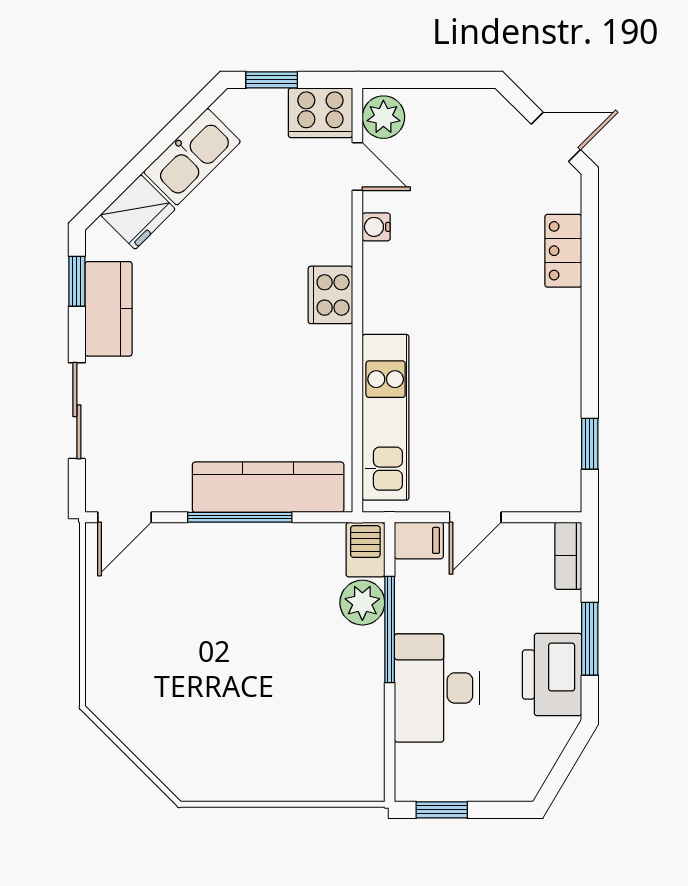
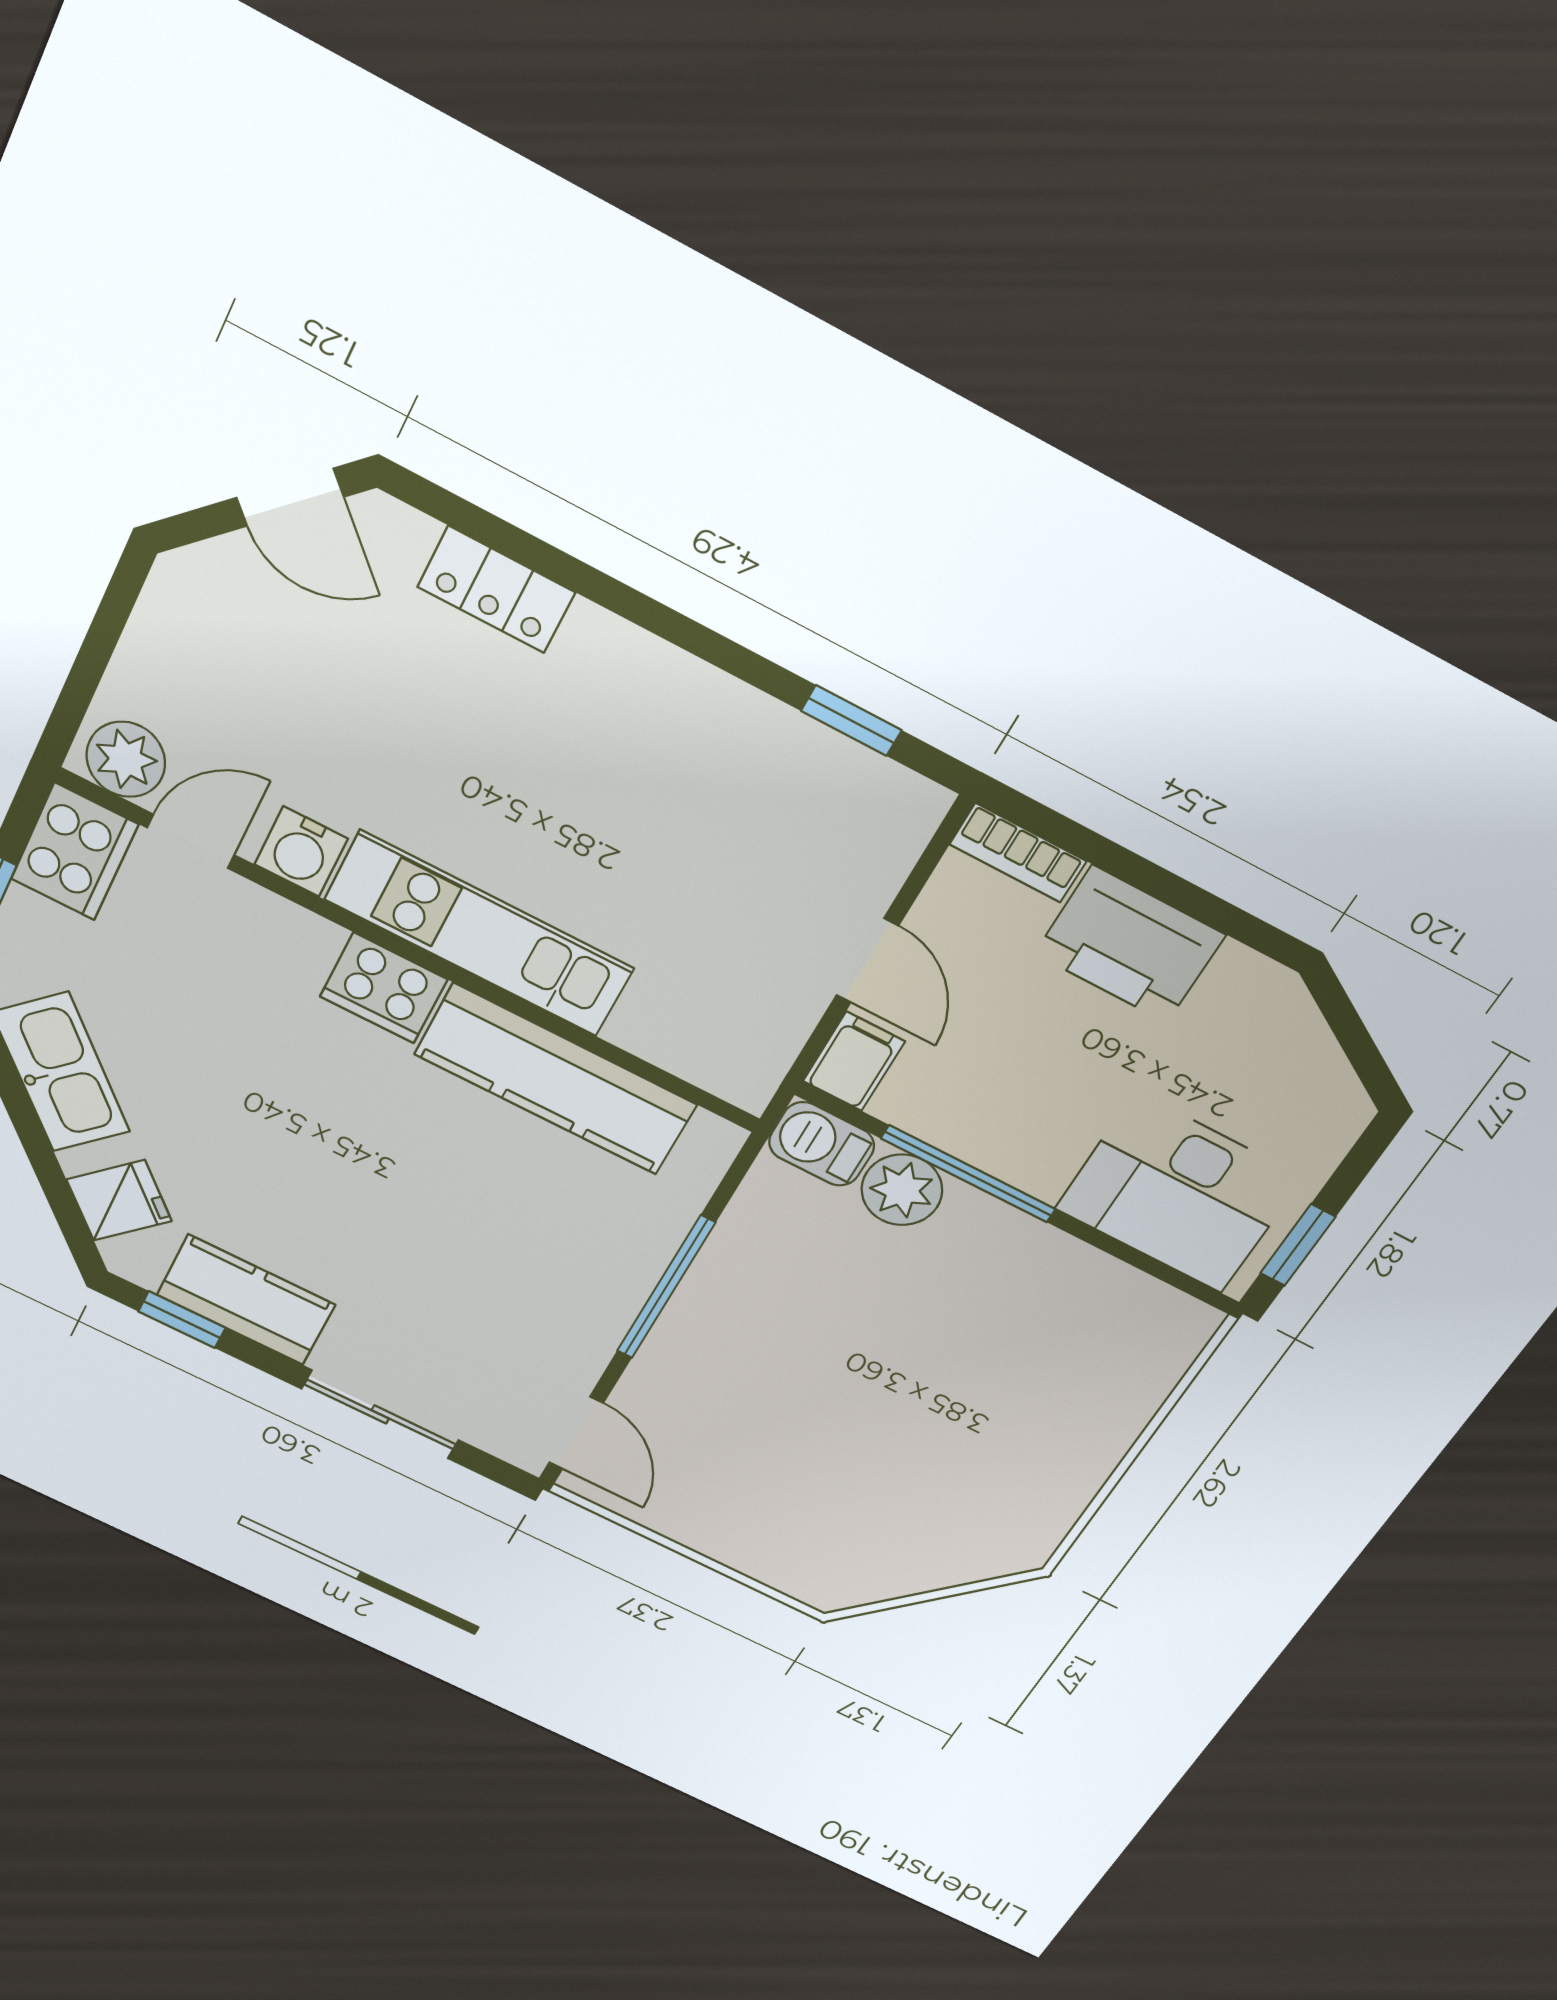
door: (556, 137) -> (290, 497), swing flipped
fridge: (138, 212) -> (119, 1200), width x0.72
water cooler: (376, 227) -> (301, 852), width x1.38, depth x1.38
kitchen unit: (386, 417) -> (479, 934), moved
kitchen counter: (268, 487) -> (556, 1079), moved, turned -90
window: (590, 639) -> (1176, 891), removed
printer: (552, 674) -> (1130, 944), moved
desk: (437, 688) -> (1179, 1193), moved

